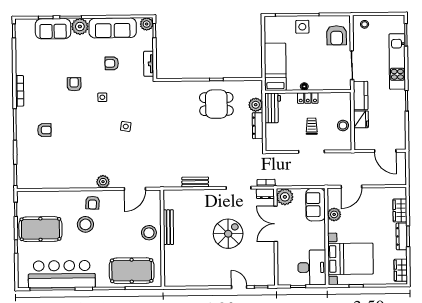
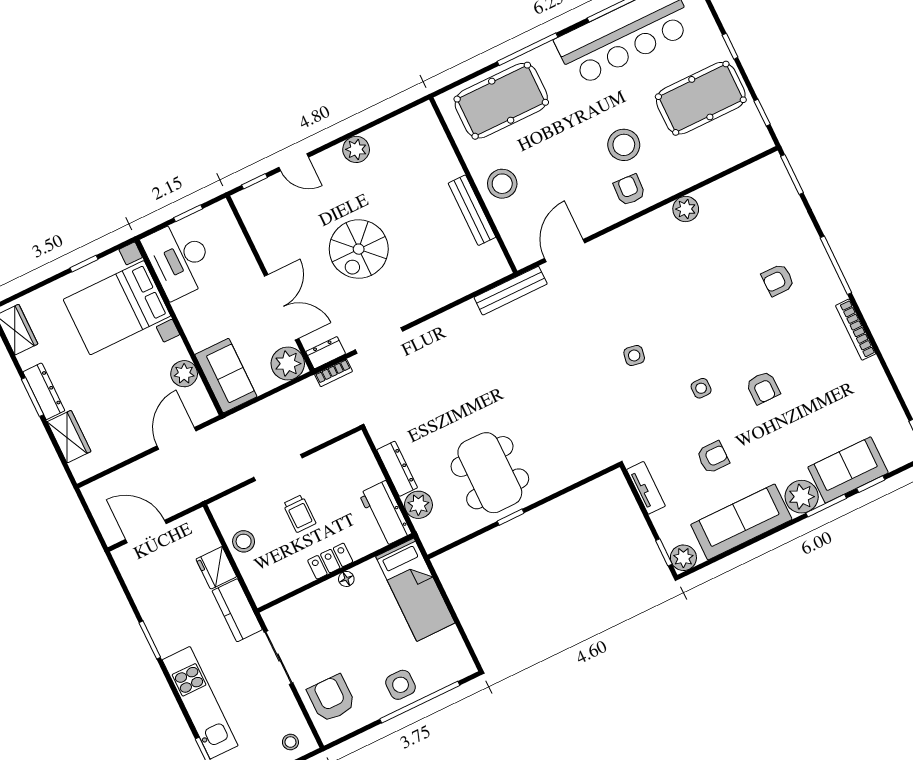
dining table: (216, 104) -> (490, 473), width x1.38
plant: (103, 182) -> (686, 209), moved
bench: (195, 182) -> (511, 291), moved, width x1.36
plant: (208, 280) -> (356, 149), added

